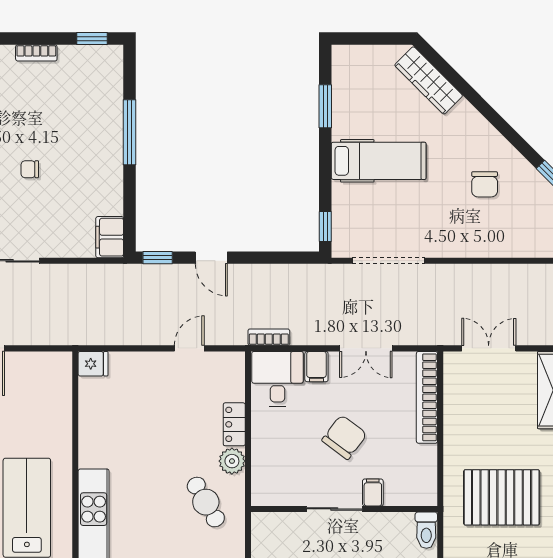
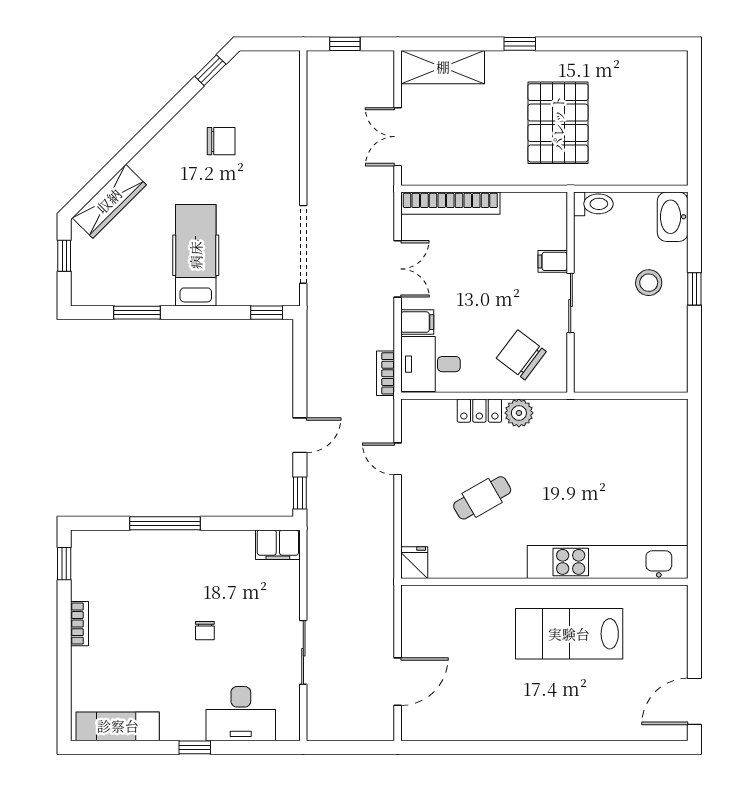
window: (378, 39) -> (64, 256), added
chair: (344, 437) -> (521, 355), moved
cafe table: (206, 502) -> (482, 498), moved

